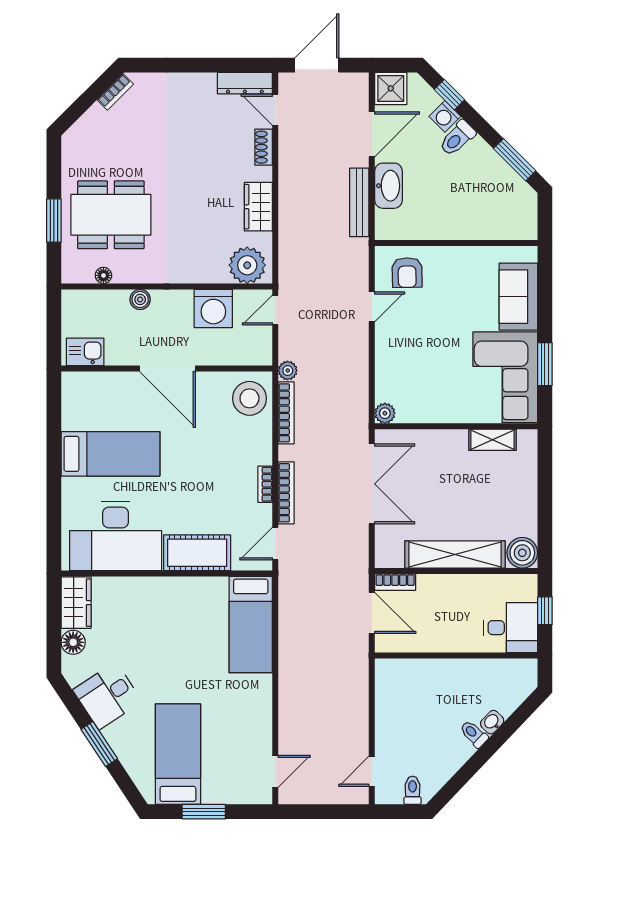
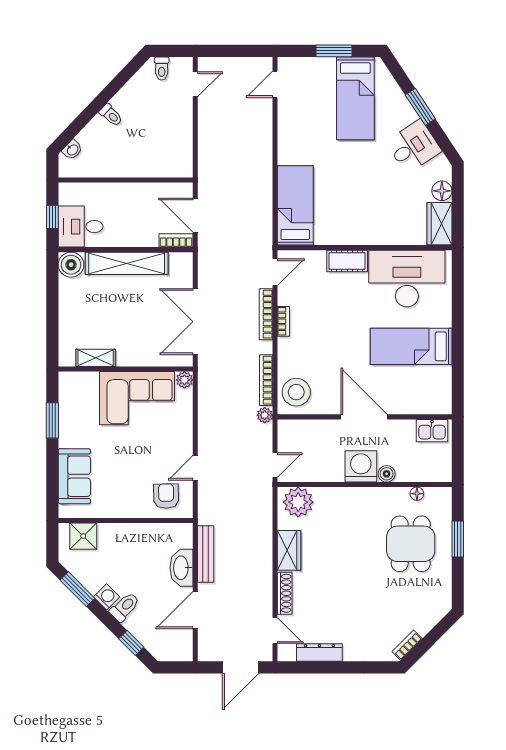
dresser: (245, 83) -> (319, 652), moved
shower: (391, 88) -> (83, 536), moved
washing machine: (445, 116) -> (107, 597), moved
shoe rack: (264, 147) -> (285, 593), width x1.43
dining table: (111, 215) -> (411, 544), width x0.73
washing machine: (213, 309) -> (361, 466), moved
corner sofa: (505, 377) -> (137, 398), moved, turned 90
cot: (197, 553) -> (347, 261), width x0.73, depth x0.75
desk: (511, 628) -> (81, 227), moved
washbasin: (492, 722) -> (72, 150), moved

